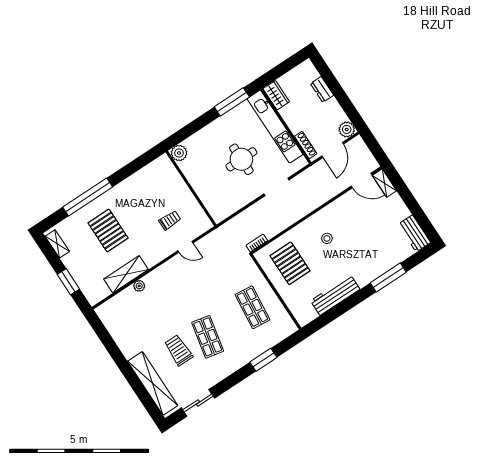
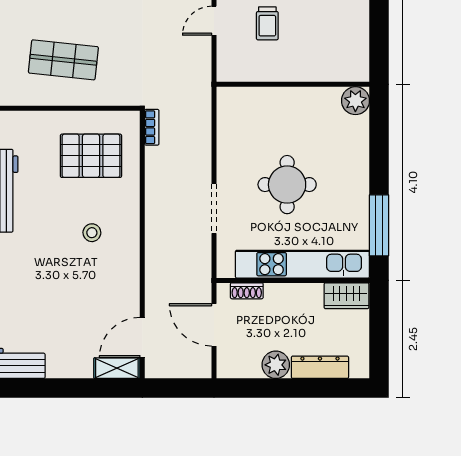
dresser: (322, 89) -> (320, 367), width x1.44
plant: (347, 129) -> (276, 365), moved
shoe rack: (306, 145) -> (247, 291), width x0.70

